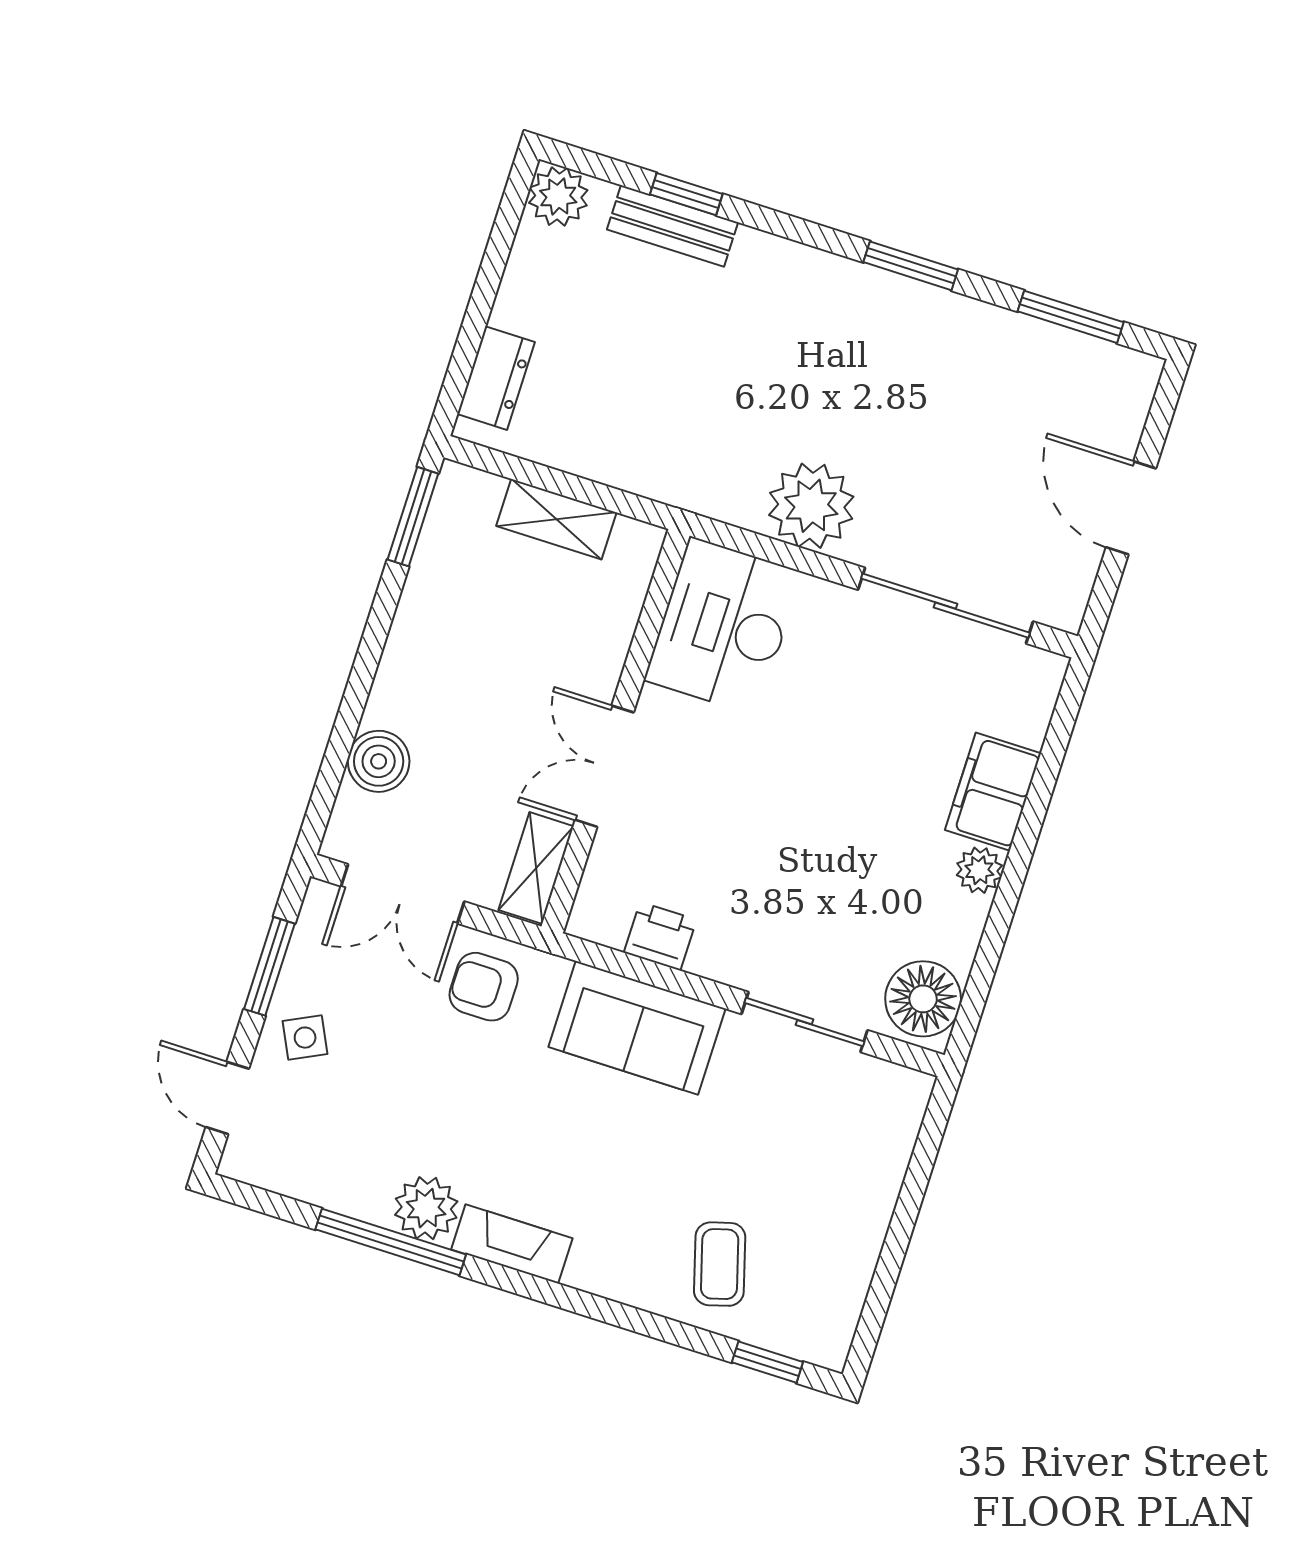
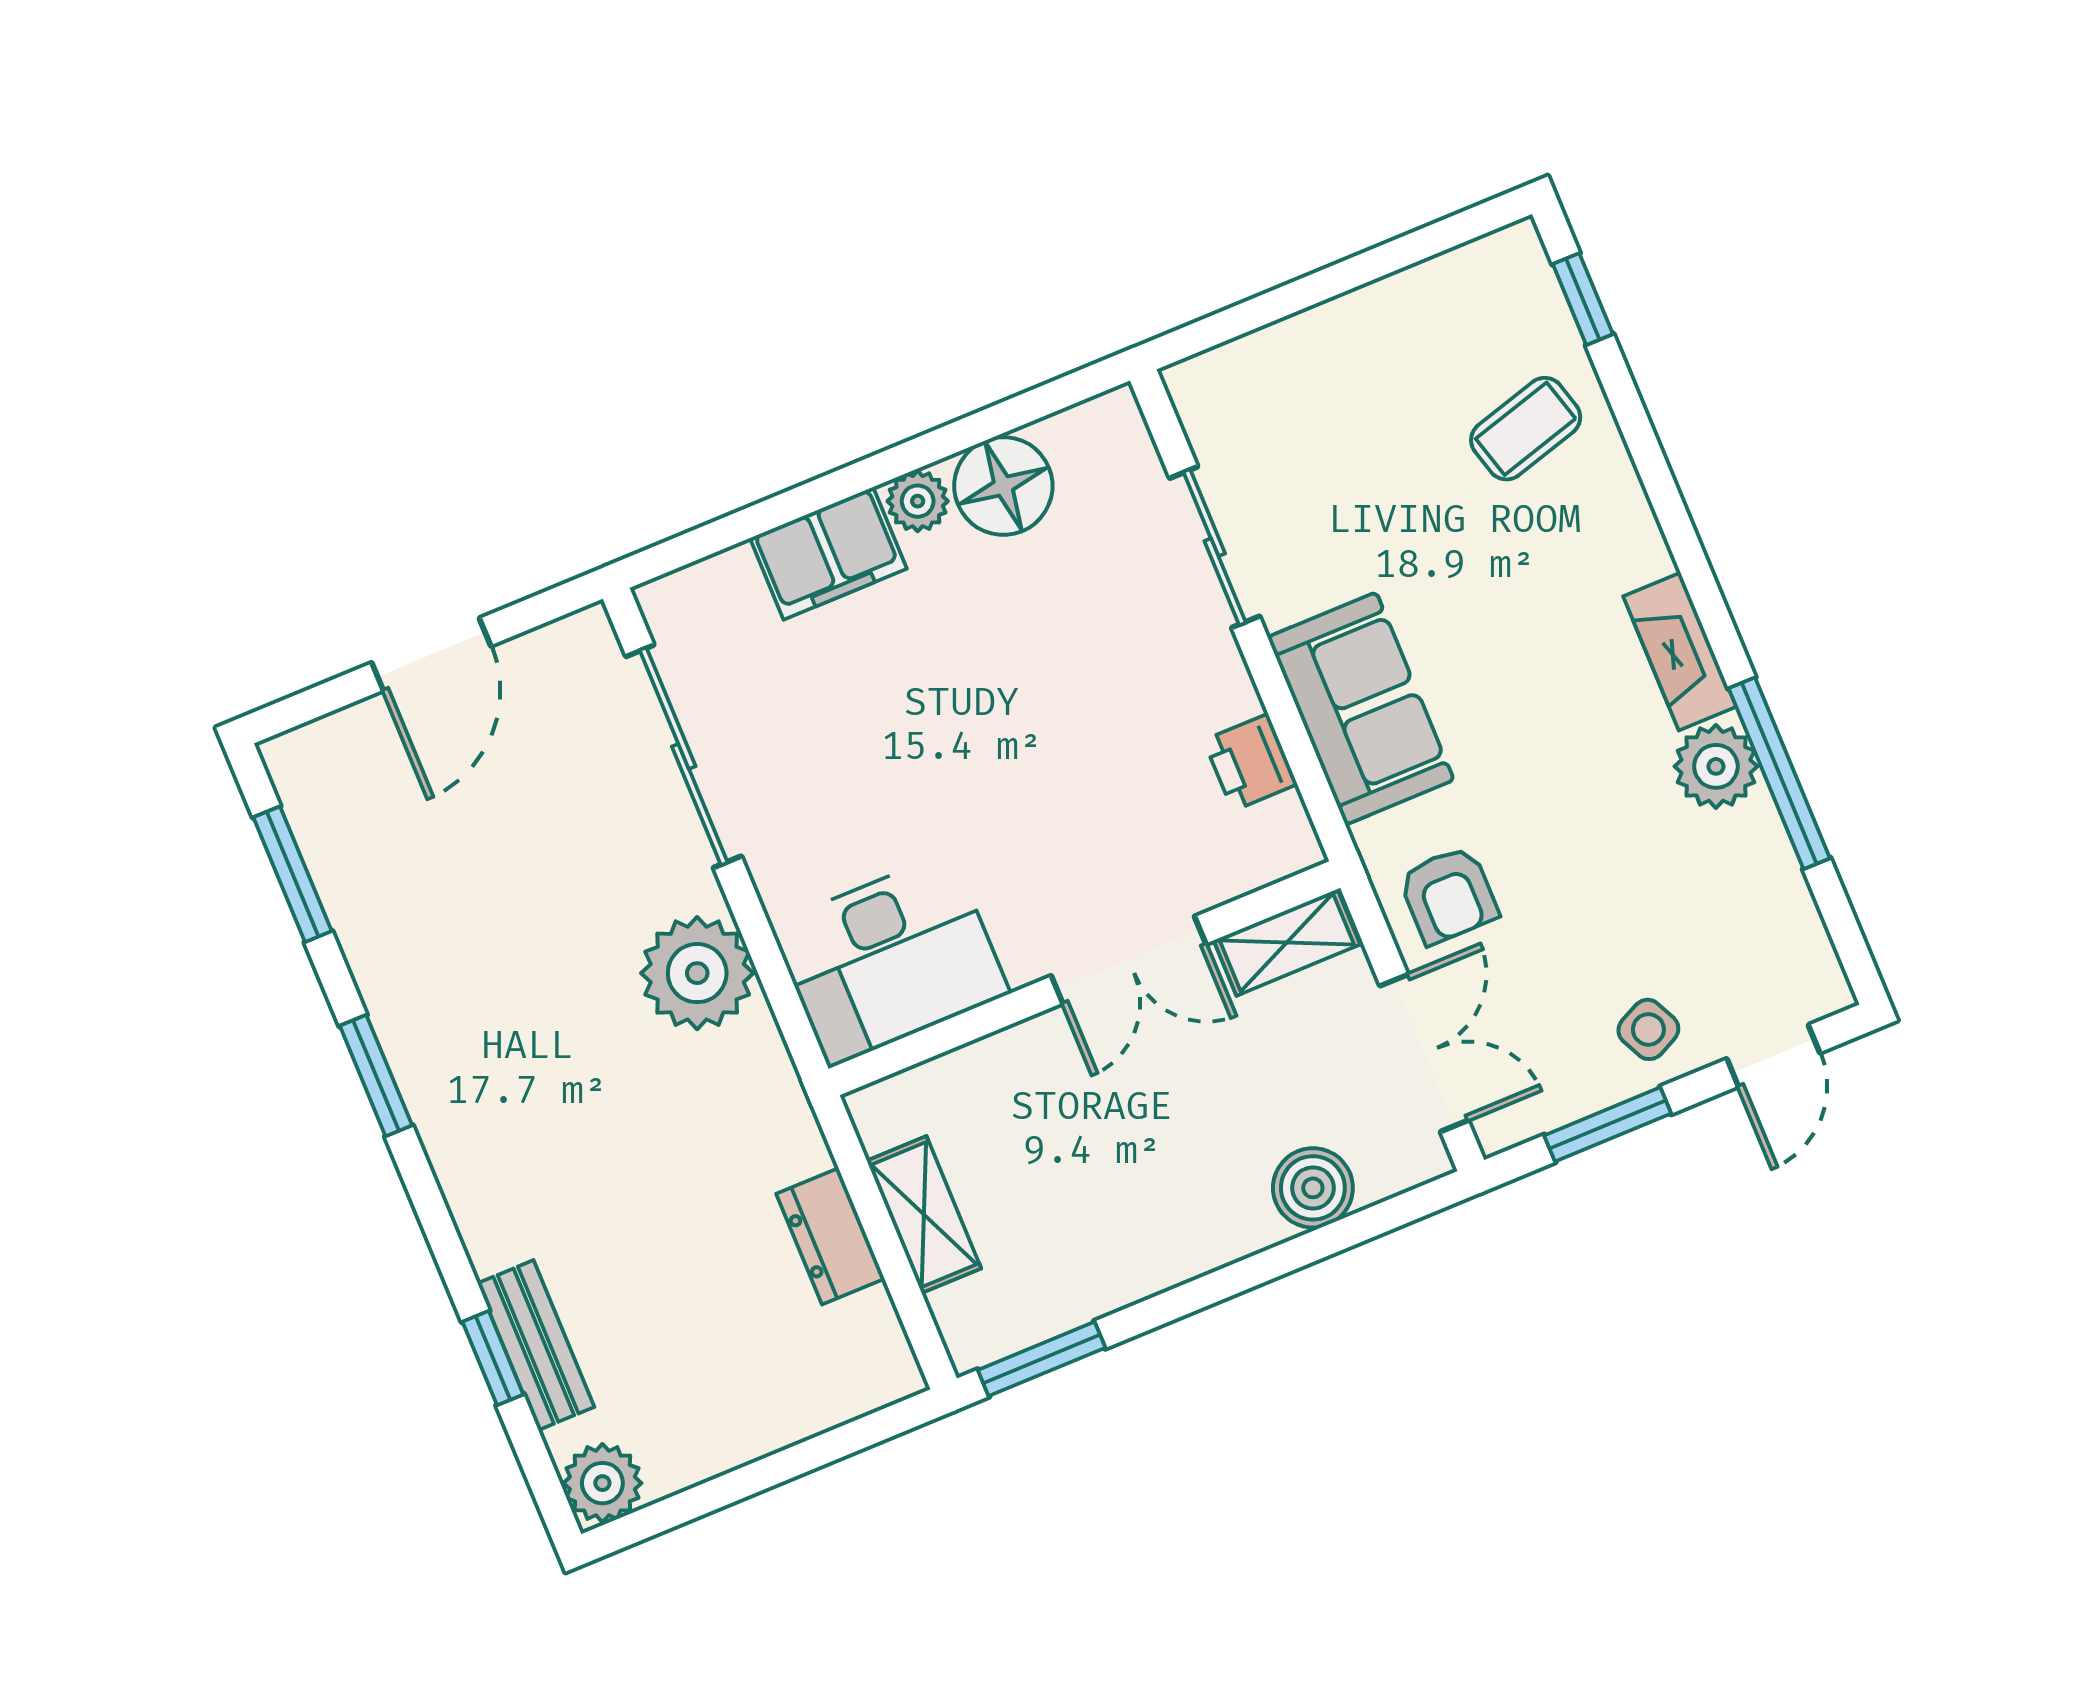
dresser: (496, 378) -> (830, 1236), moved, turned -90
floor lamp: (923, 999) -> (1003, 486), moved

